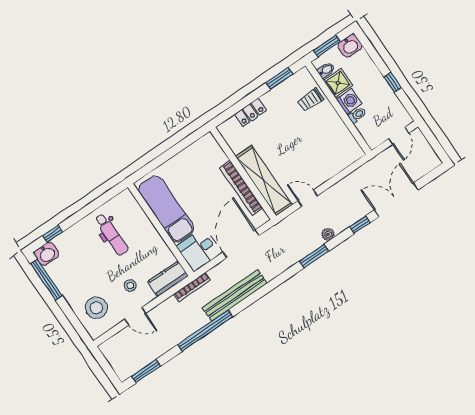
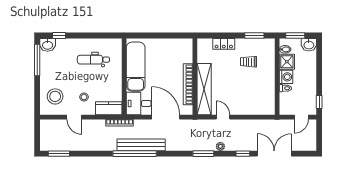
window: (393, 82) -> (319, 102), moved
trolley: (311, 100) -> (249, 62), moved
dental chair: (112, 234) -> (93, 60), turned 90
door: (241, 244) -> (166, 117), hinge flipped
window: (205, 331) -> (135, 154), moved

